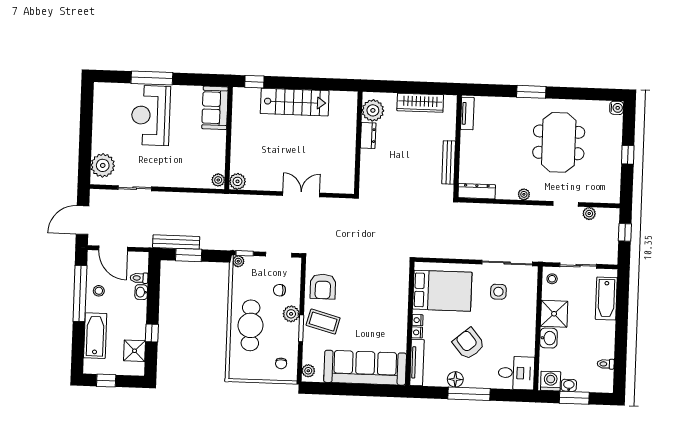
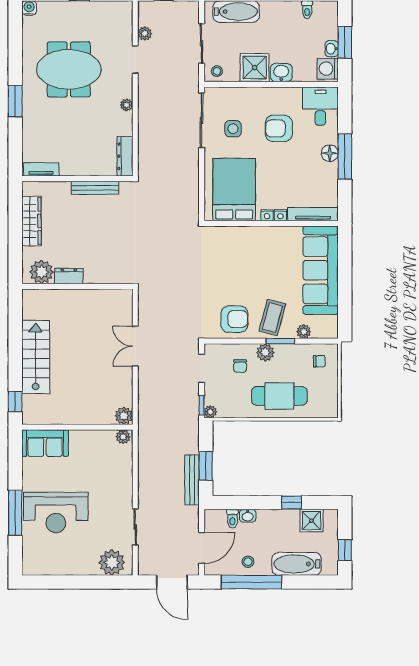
armchair: (469, 344) -> (279, 128), moved, turned 40
plant: (308, 371) -> (304, 332), moved
floor lamp: (455, 379) -> (330, 153), moved

